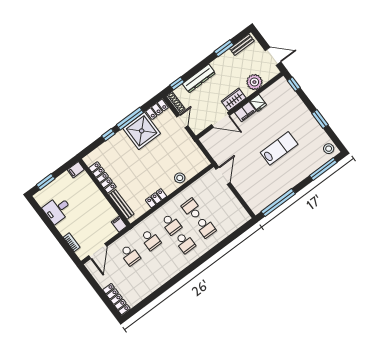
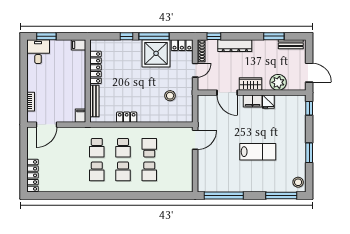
stool: (180, 178) -> (170, 96), moved
desk: (57, 210) -> (38, 52), moved, turned 90
school desk: (130, 255) -> (97, 171), moved

